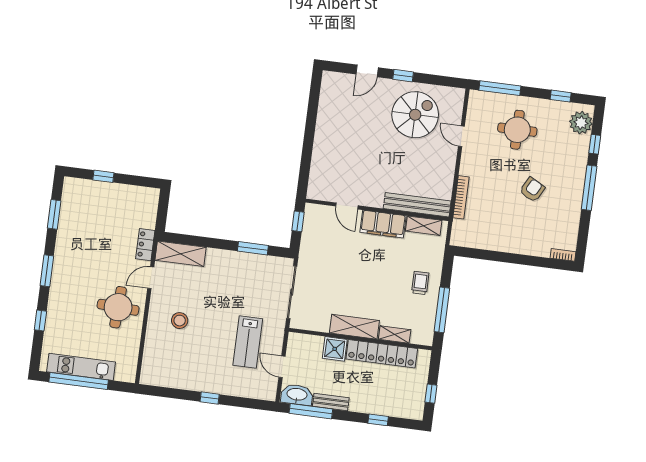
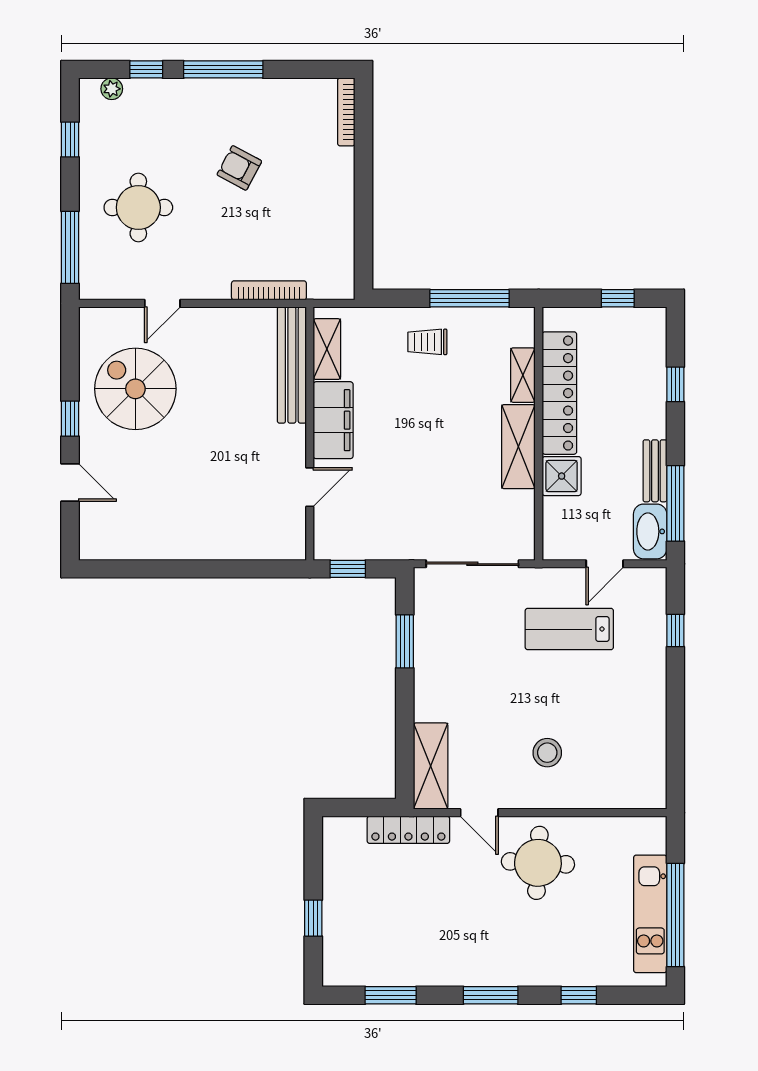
plant: (581, 123) -> (112, 89), width x0.53, depth x0.53
locker: (145, 245) -> (408, 830), width x1.53
bookcase: (563, 255) -> (346, 112), width x1.56
lab bench: (248, 342) -> (569, 629), turned 180
window: (210, 398) -> (675, 630), moved

